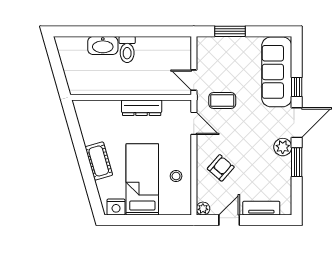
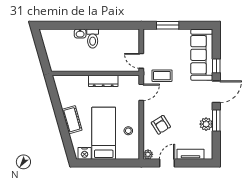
washbasin: (103, 45) -> (80, 33), width x0.52, depth x0.69
door: (194, 123) -> (141, 92), hinge flipped
plant: (283, 147) -> (206, 124), moved
armchair: (221, 168) -> (161, 125), turned 107

